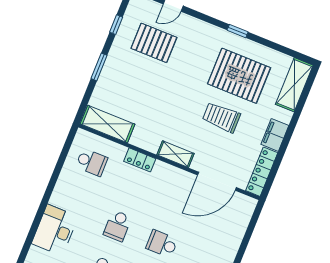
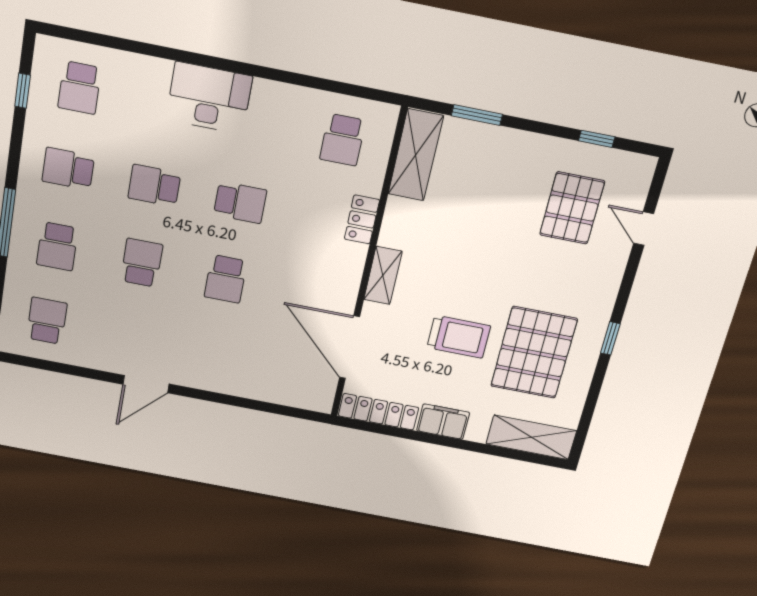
window: (99, 67) -> (477, 115), moved
trolley: (221, 117) -> (459, 337), turned 90
school desk: (118, 226) -> (240, 202), turned 180
school desk: (162, 244) -> (226, 279), turned 180

